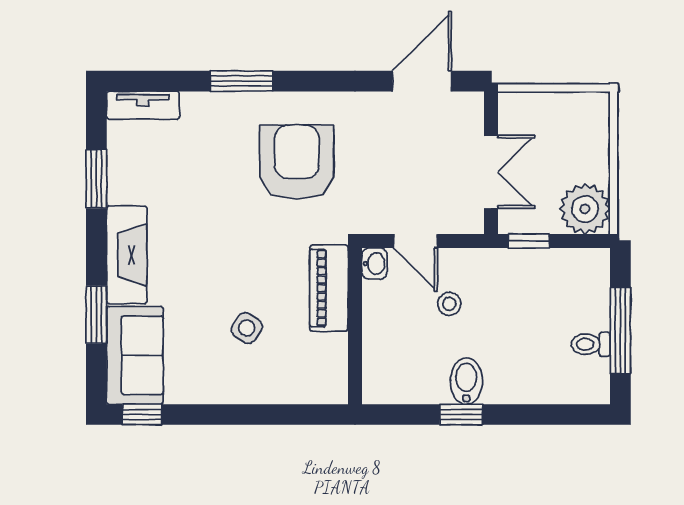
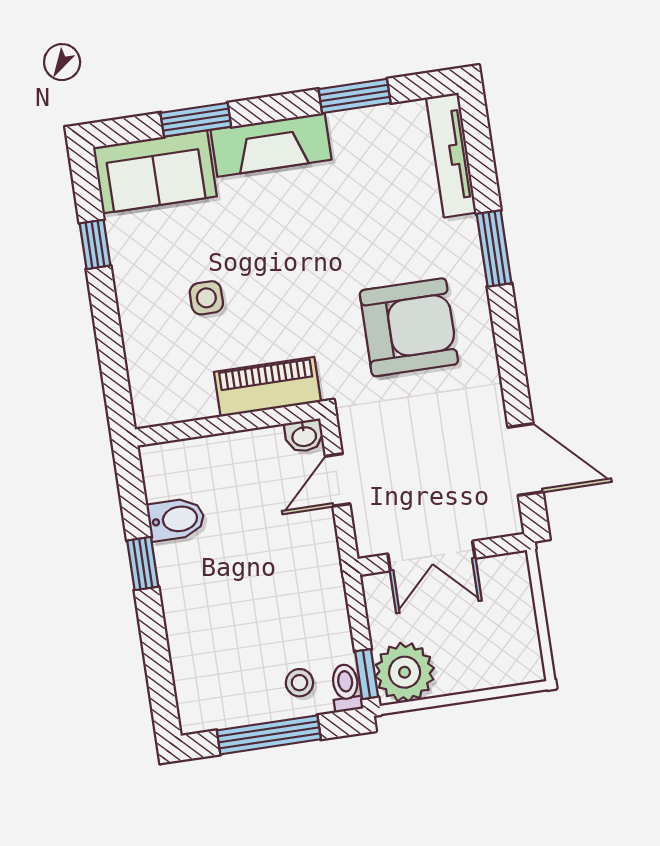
tv unit: (143, 105) -> (451, 155), width x1.41
window: (529, 241) -> (367, 674), moved
stool: (449, 304) -> (299, 683), moved
side table: (247, 328) -> (206, 298), turned -34
toilet: (591, 344) -> (346, 688), moved
bidet: (466, 381) -> (176, 519), moved
window: (142, 415) -> (95, 244), moved

